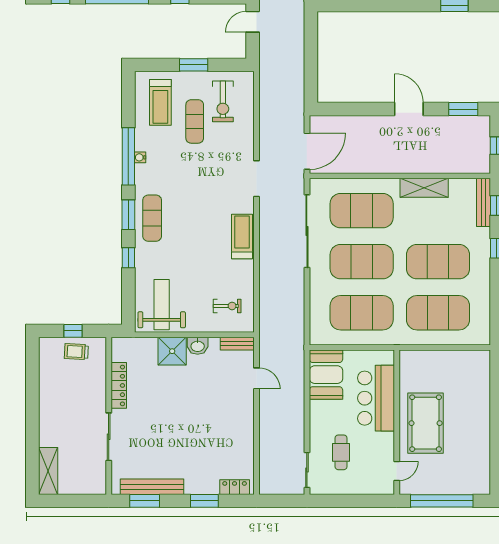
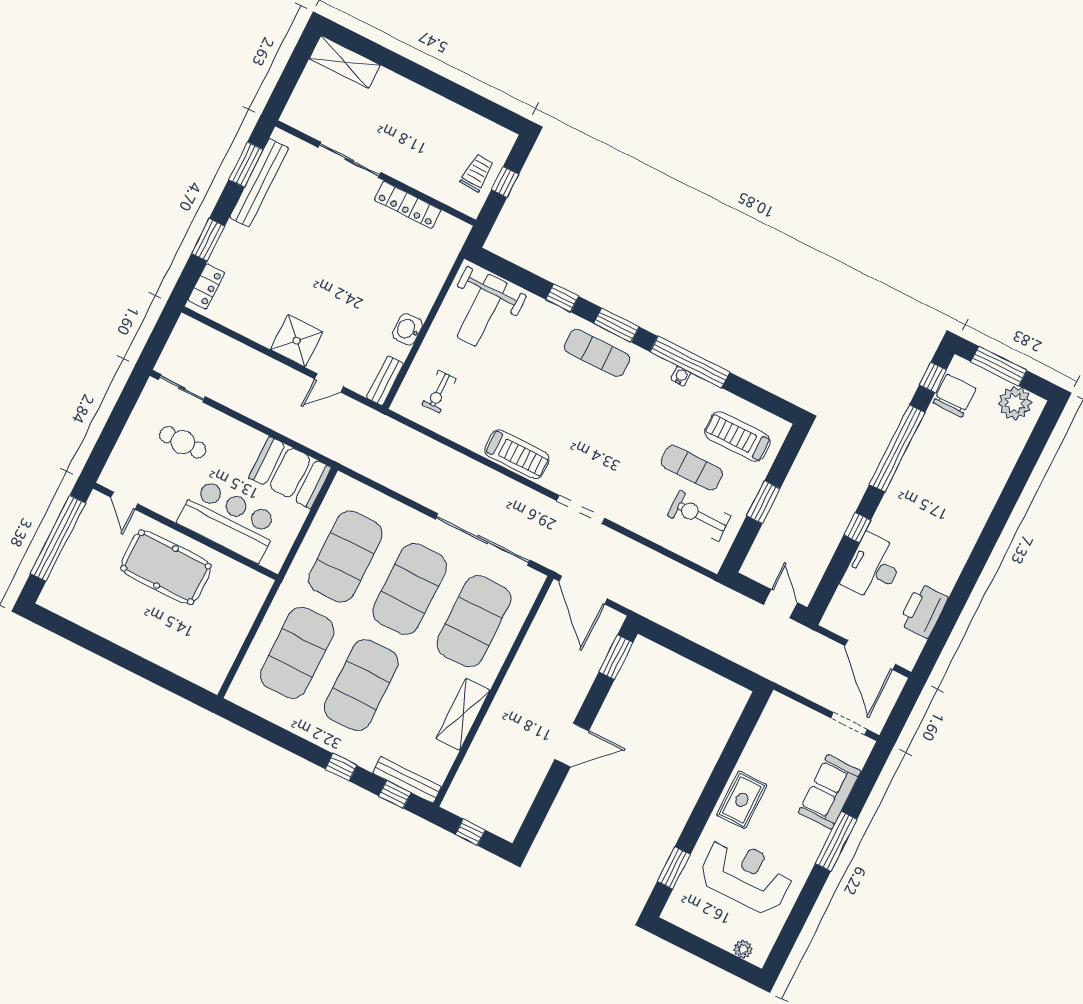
window: (463, 109) -> (616, 657), moved
weight bench: (162, 305) -> (482, 310), turned 90
shower: (172, 351) -> (297, 341), moved

